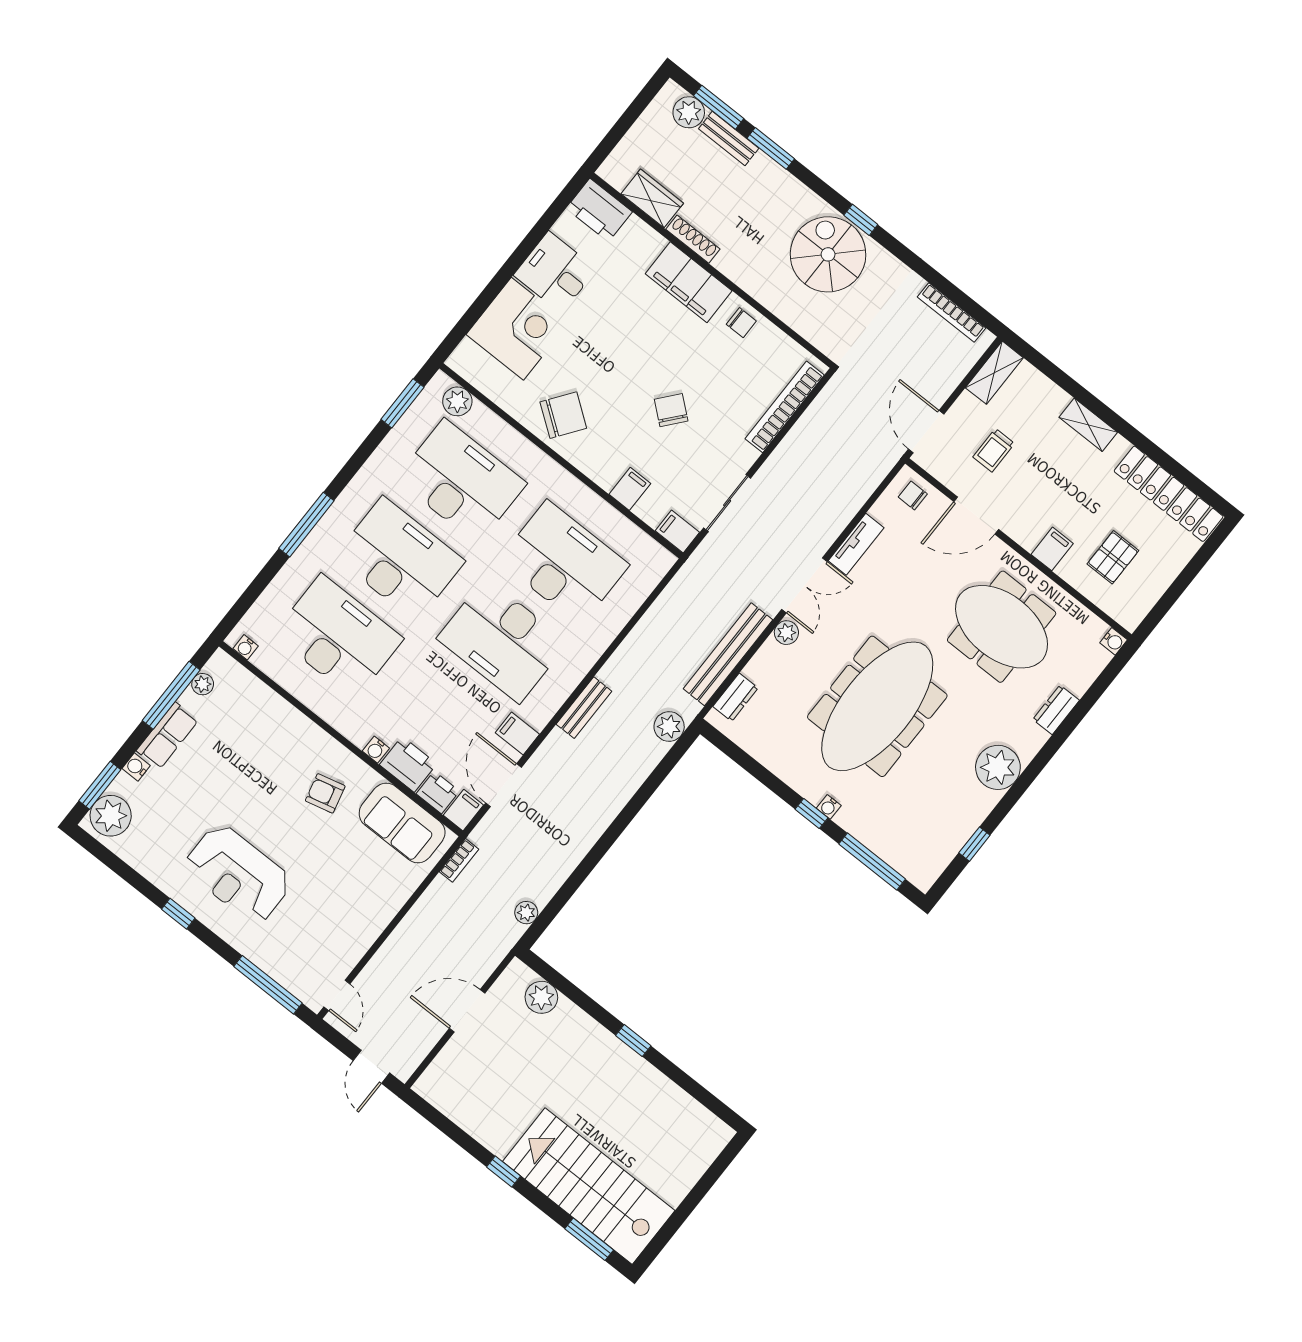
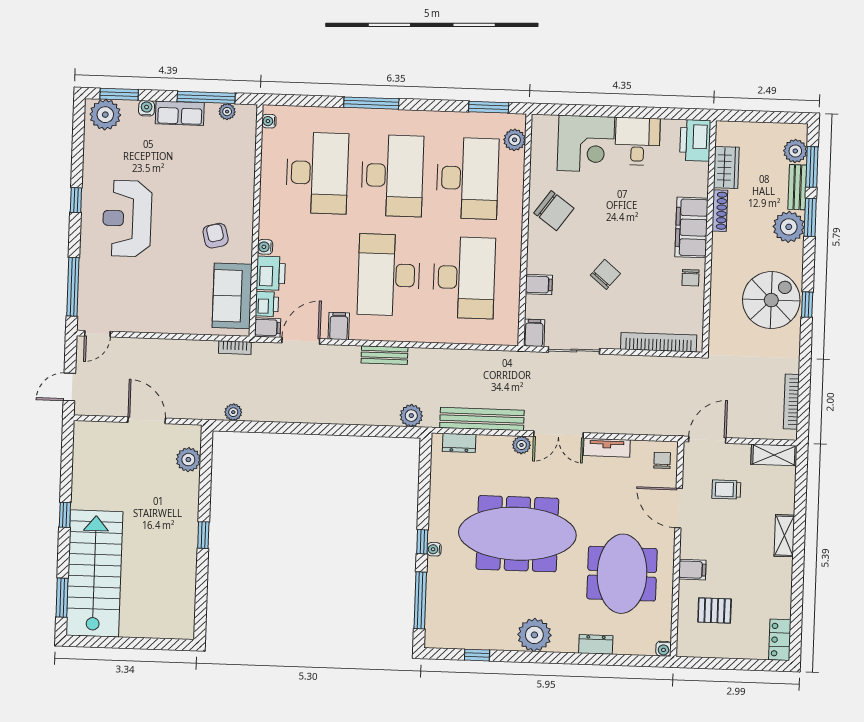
plant: (764, 179) -> (789, 227), added
locker: (1169, 494) -> (780, 640), width x0.46, depth x0.83

